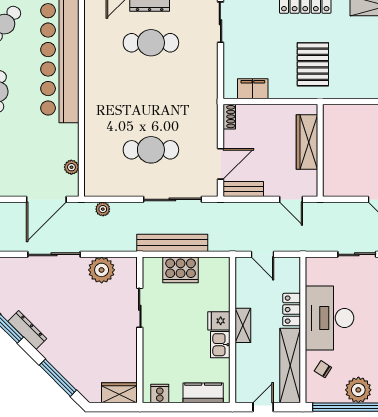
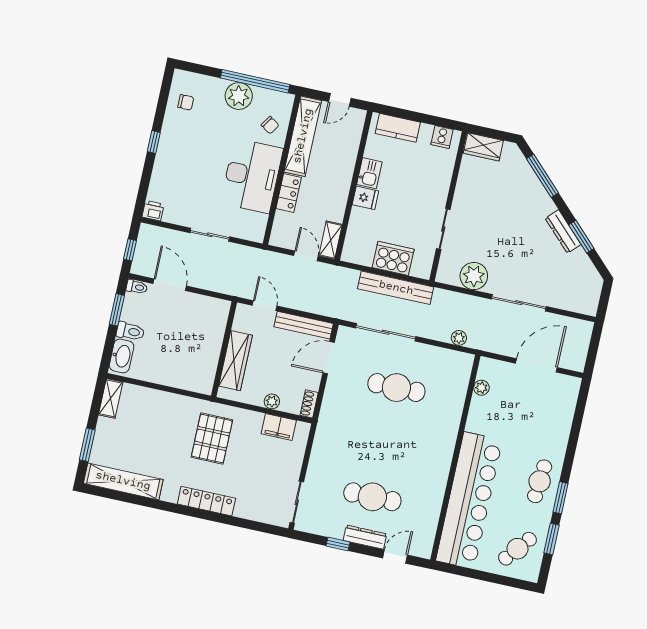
plant: (265, 111) -> (272, 401), added
bench: (243, 189) -> (304, 325), width x1.36
door: (46, 199) -> (536, 365), moved
shelving: (243, 325) -> (331, 240), moved

